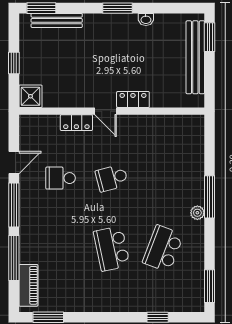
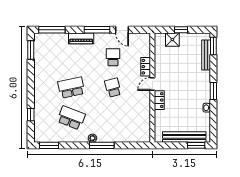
shower: (30, 96) -> (172, 40), moved
window: (14, 258) -> (52, 30), moved
piano: (28, 285) -> (81, 38), moved

